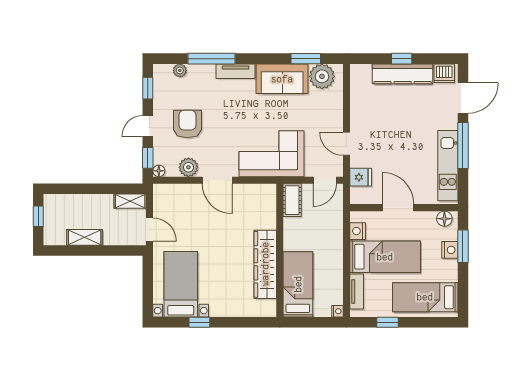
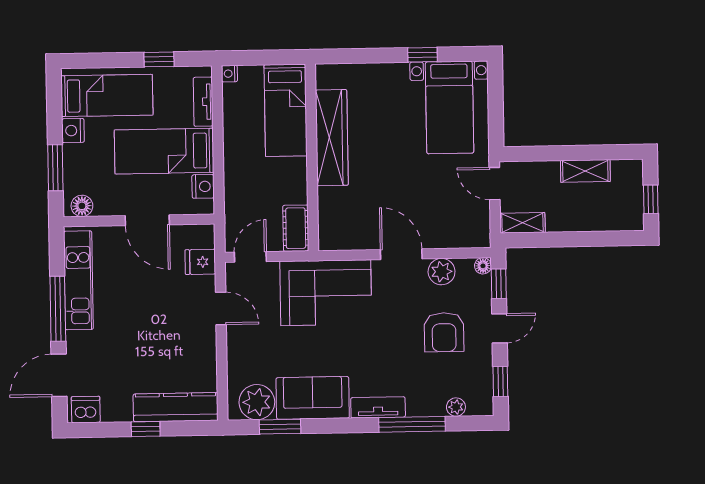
kitchen counter: (403, 74) -> (176, 407), moved
nightstand: (450, 250) -> (73, 131), moved

